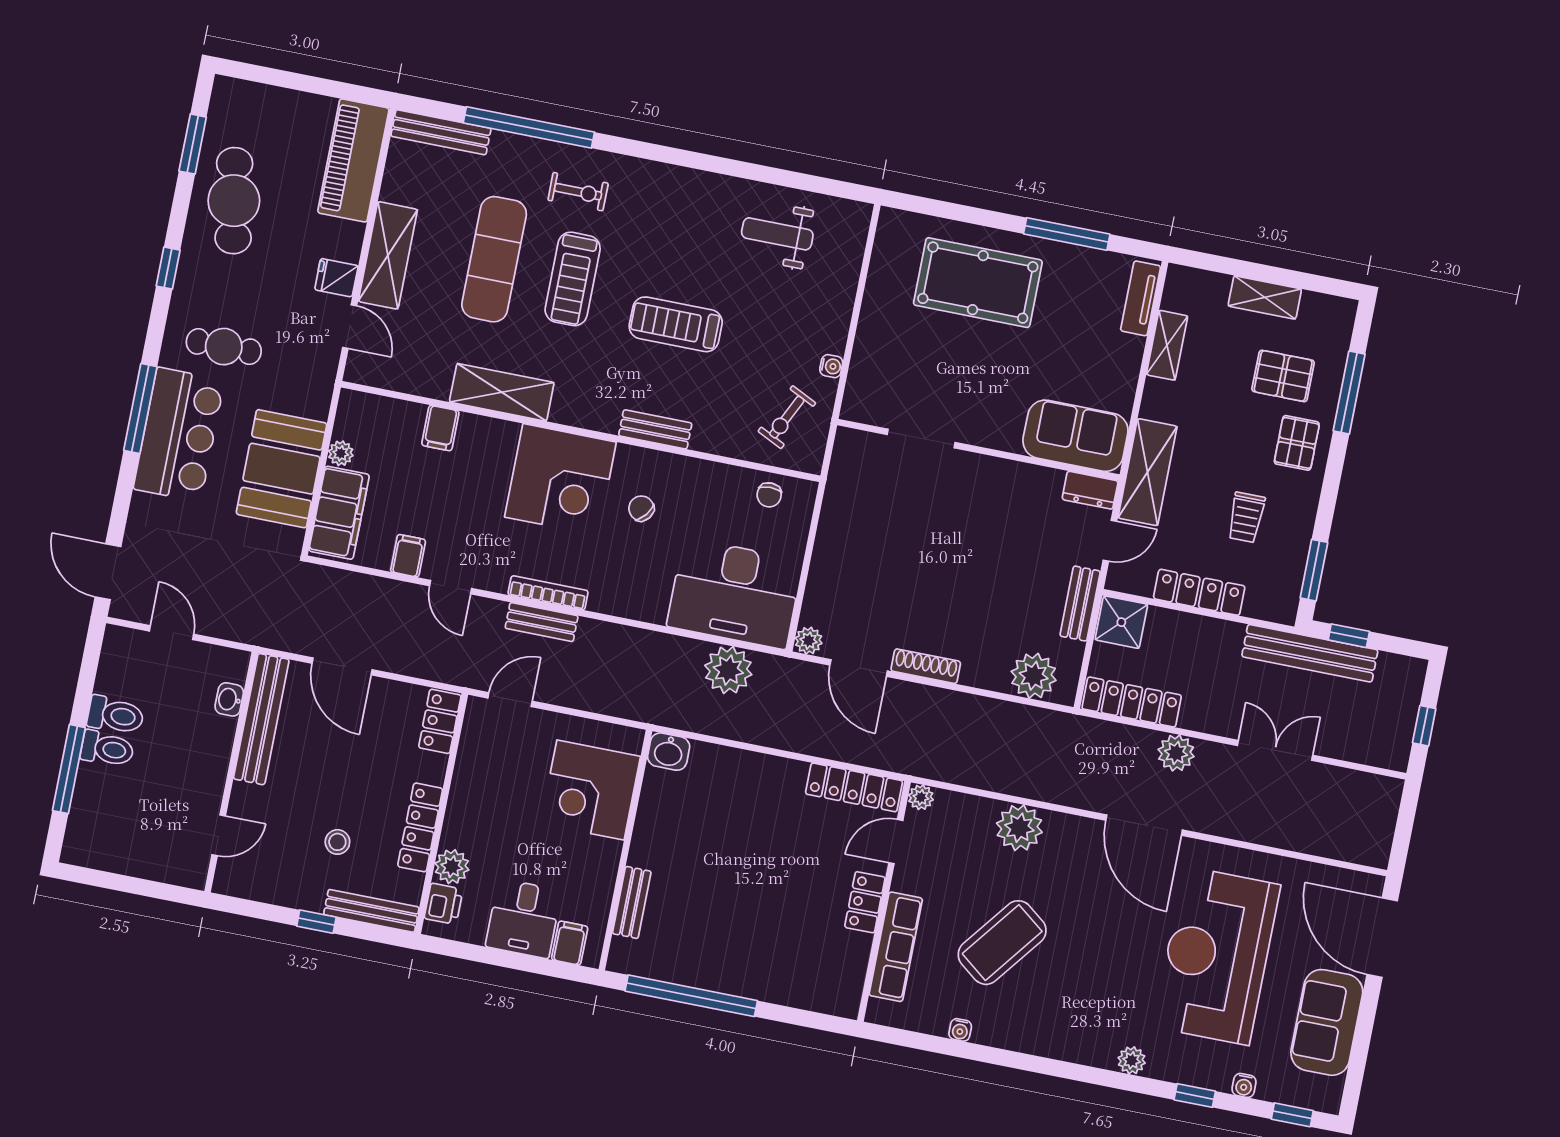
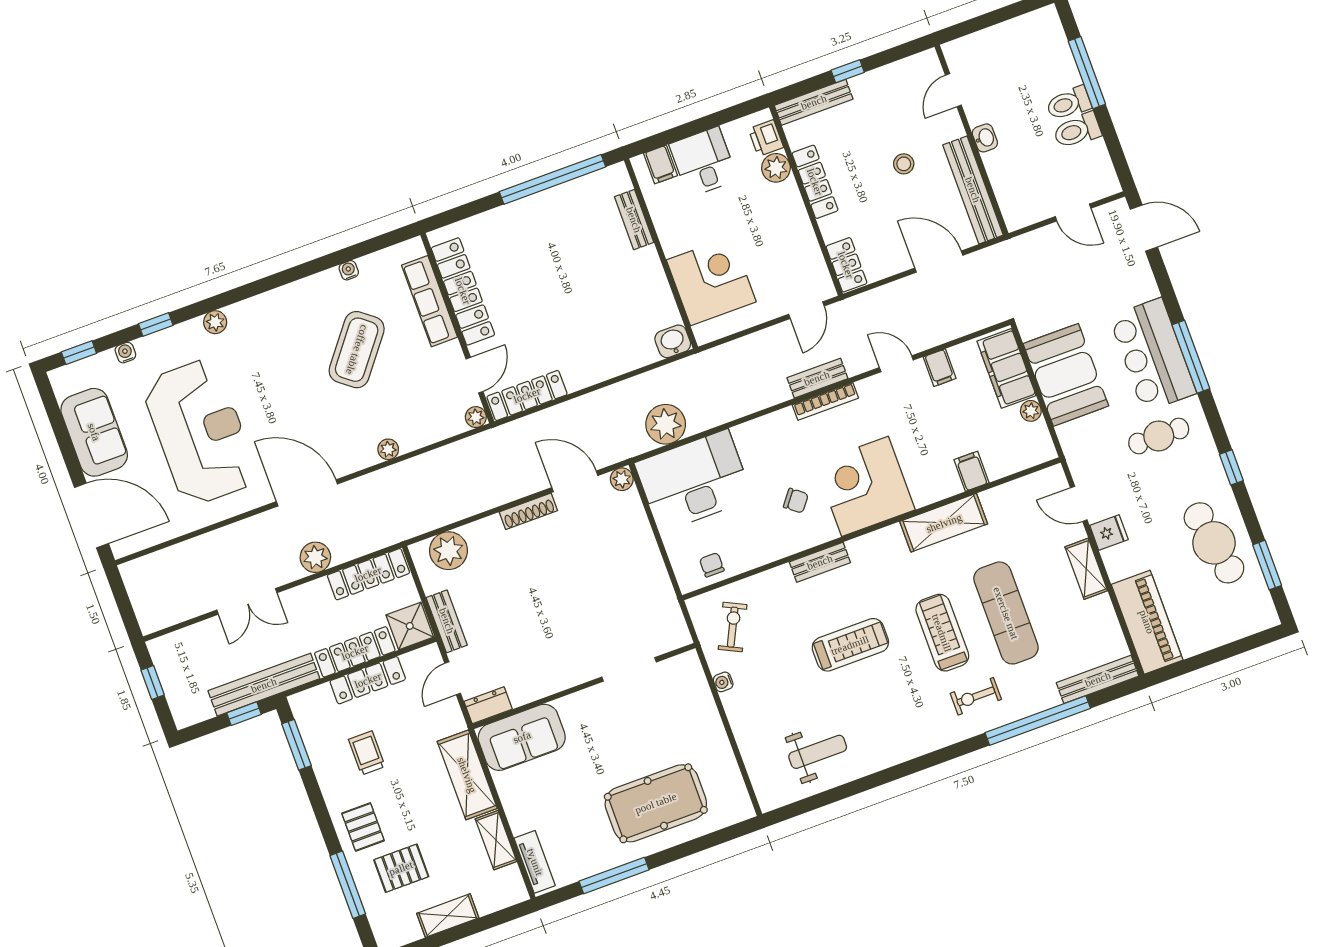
shelving: (388, 255) -> (1086, 569), width x0.67, depth x0.75
shelving: (1148, 472) -> (467, 775), moved
locker: (1195, 630) -> (355, 652), added
washbasin: (229, 699) -> (985, 138), moved
plant: (1019, 828) -> (388, 449), width x0.53, depth x0.53
stool: (337, 842) -> (904, 164), moved
locker: (865, 902) -> (463, 291), width x2.16, depth x1.21

